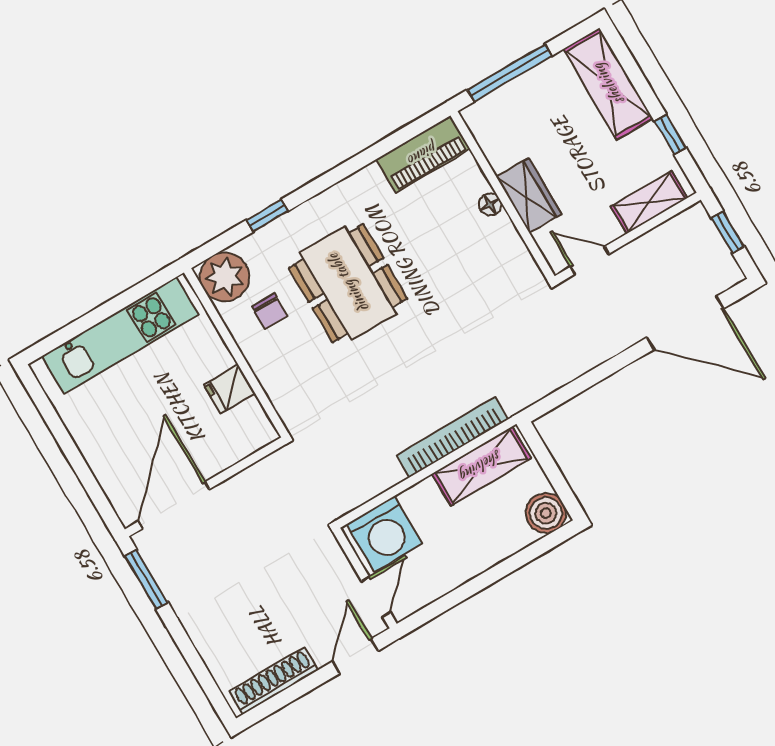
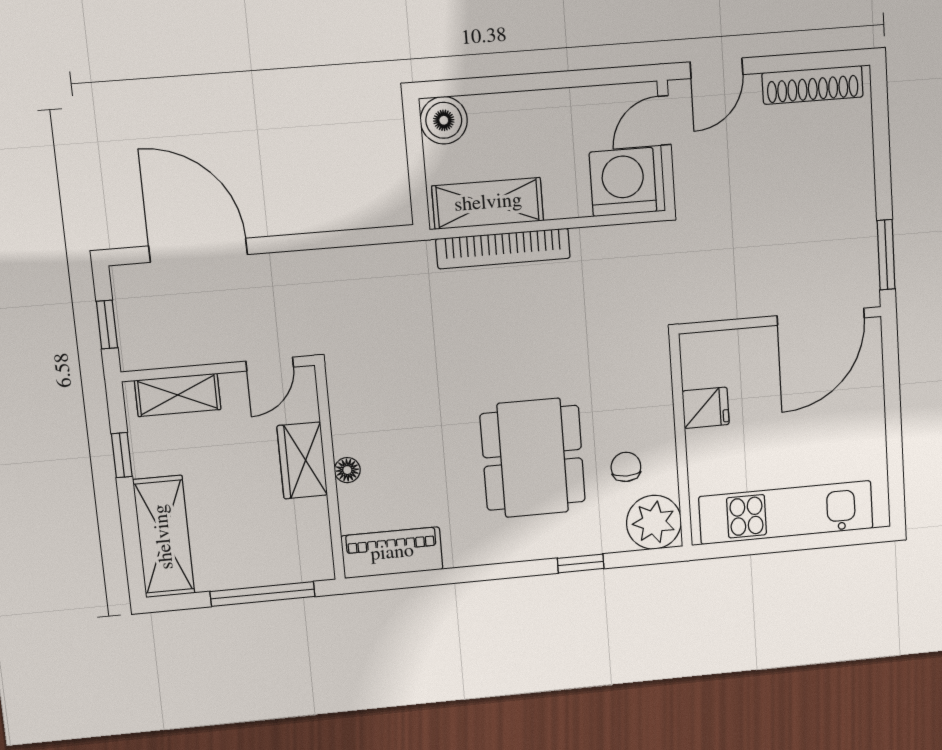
door: (590, 260) -> (270, 364), hinge flipped

